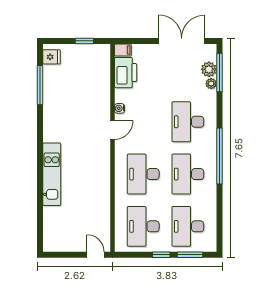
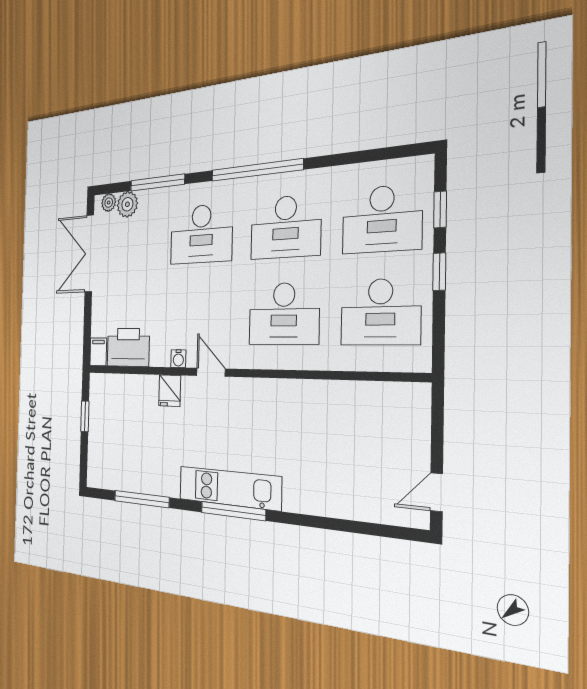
fridge: (51, 57) -> (170, 391), moved, turned 180
window: (219, 72) -> (157, 183), moved
plant: (211, 84) -> (109, 203), moved
window: (40, 146) -> (233, 511), added
kitchen unit: (52, 174) -> (229, 488), moved
door: (96, 255) -> (437, 492), moved
window: (190, 255) -> (440, 210), width x0.67

